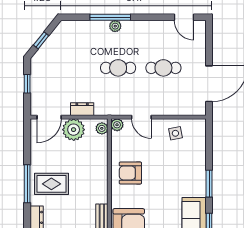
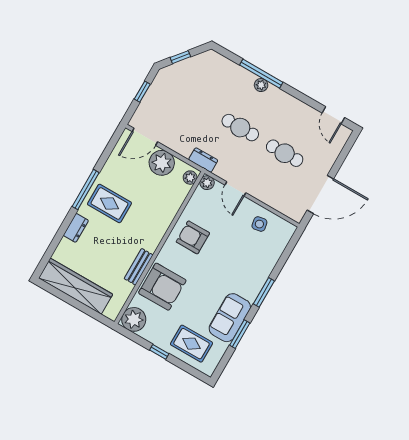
dresser: (82, 109) -> (203, 160), moved

